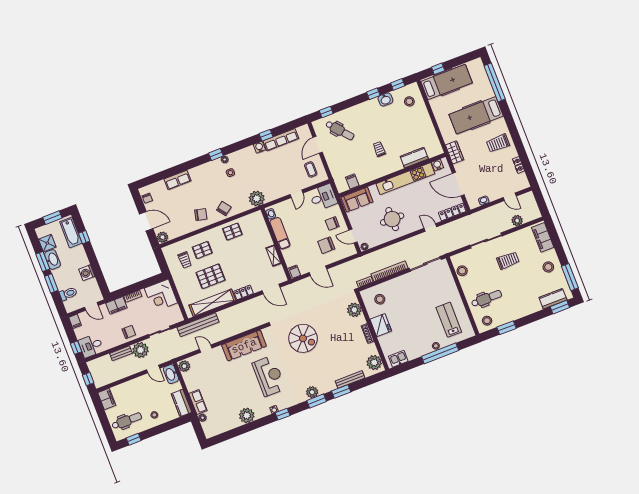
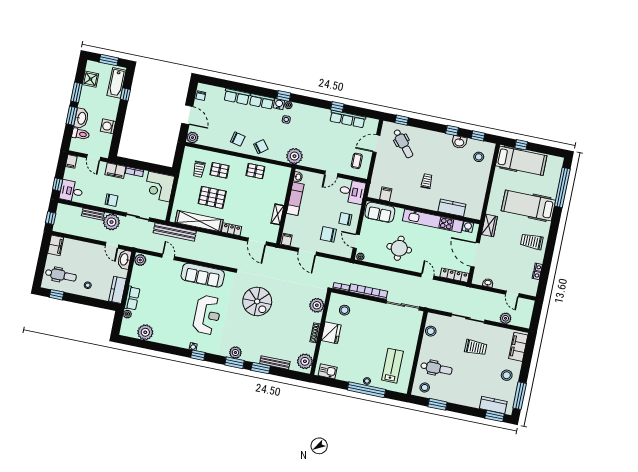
water cooler: (259, 147) -> (279, 104), moved
row of seats: (200, 171) -> (262, 101), added
washbasin: (52, 259) -> (81, 118), moved
plant: (247, 416) -> (145, 332), moved

